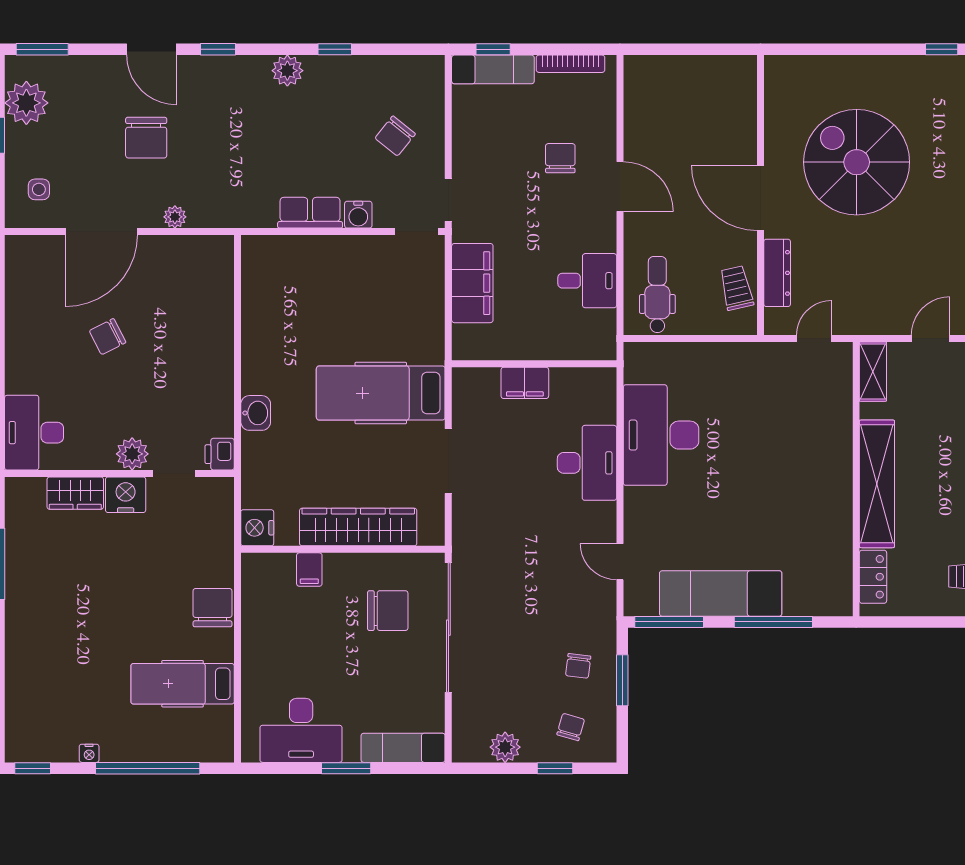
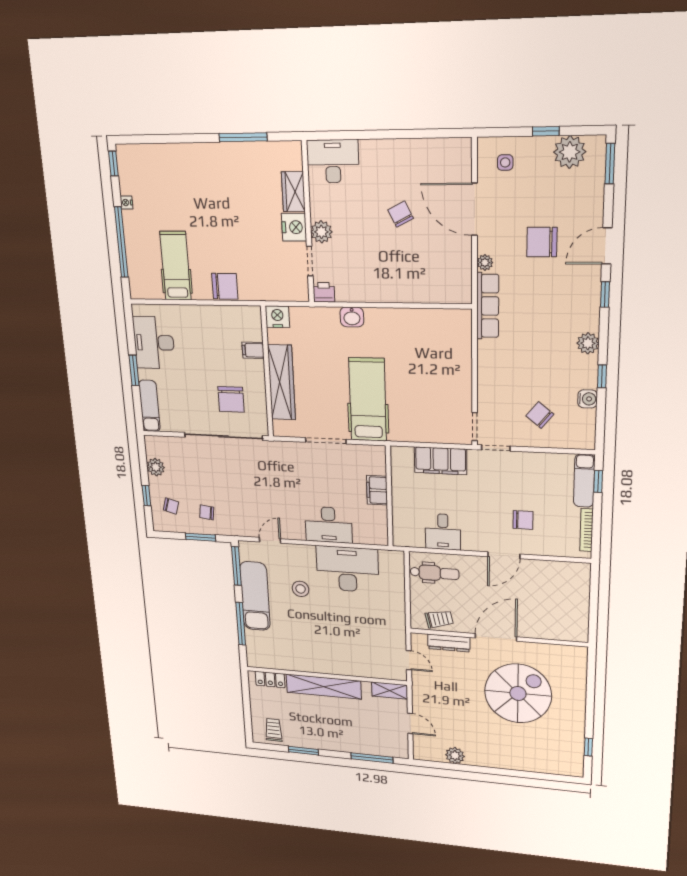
row of seats: (310, 213) -> (488, 306), moved, width x1.48
water cooler: (358, 215) -> (588, 399), moved, turned 180
stool: (702, 515) -> (301, 589), added

